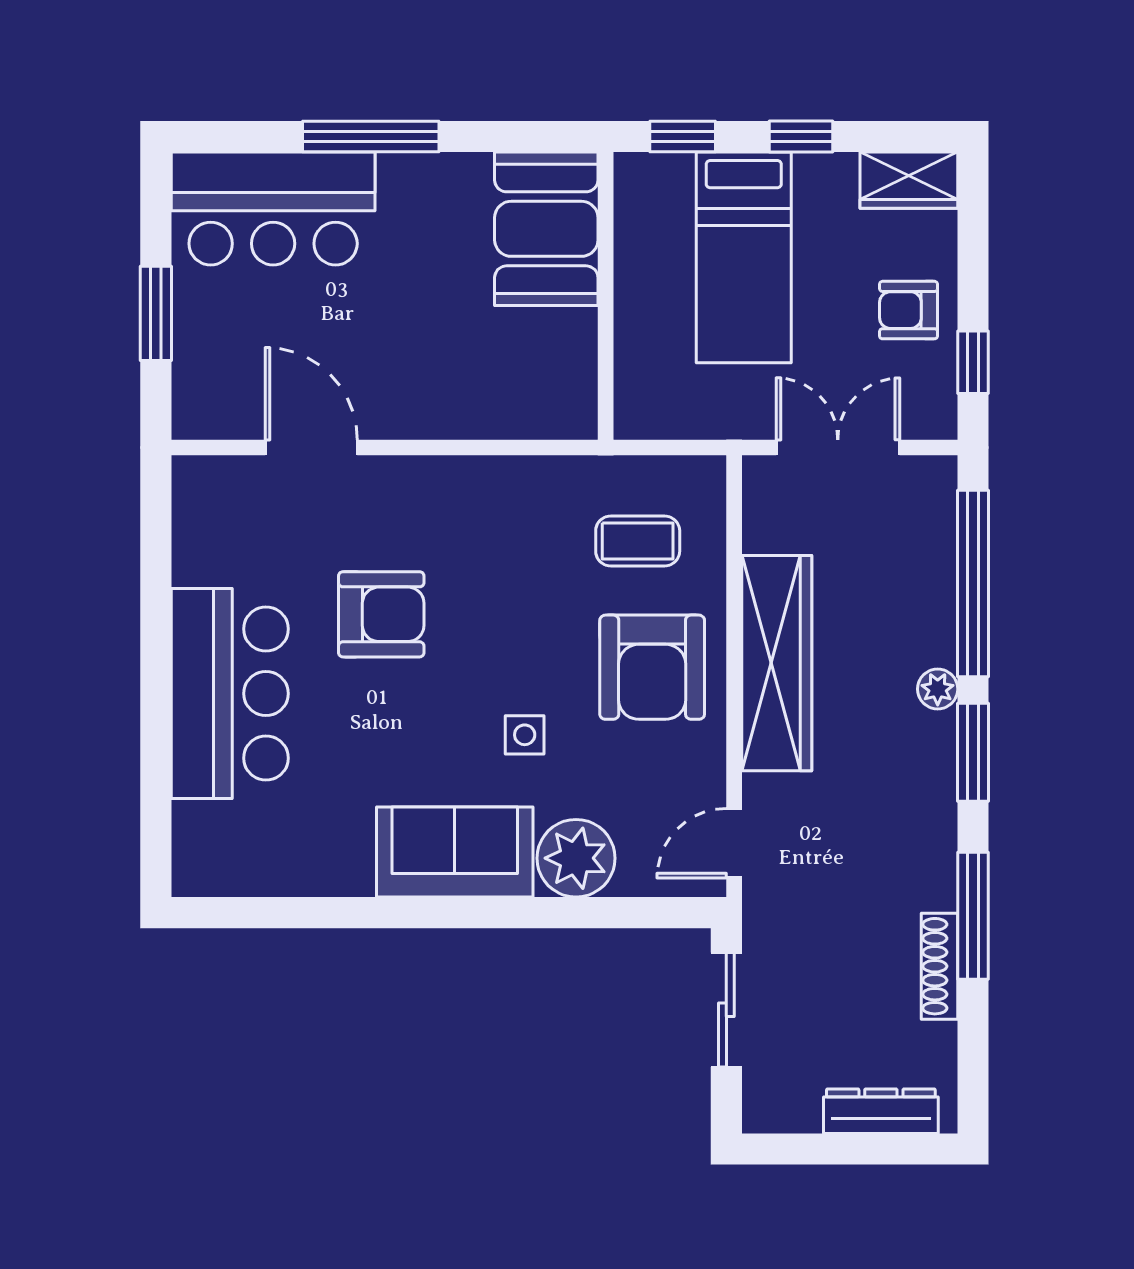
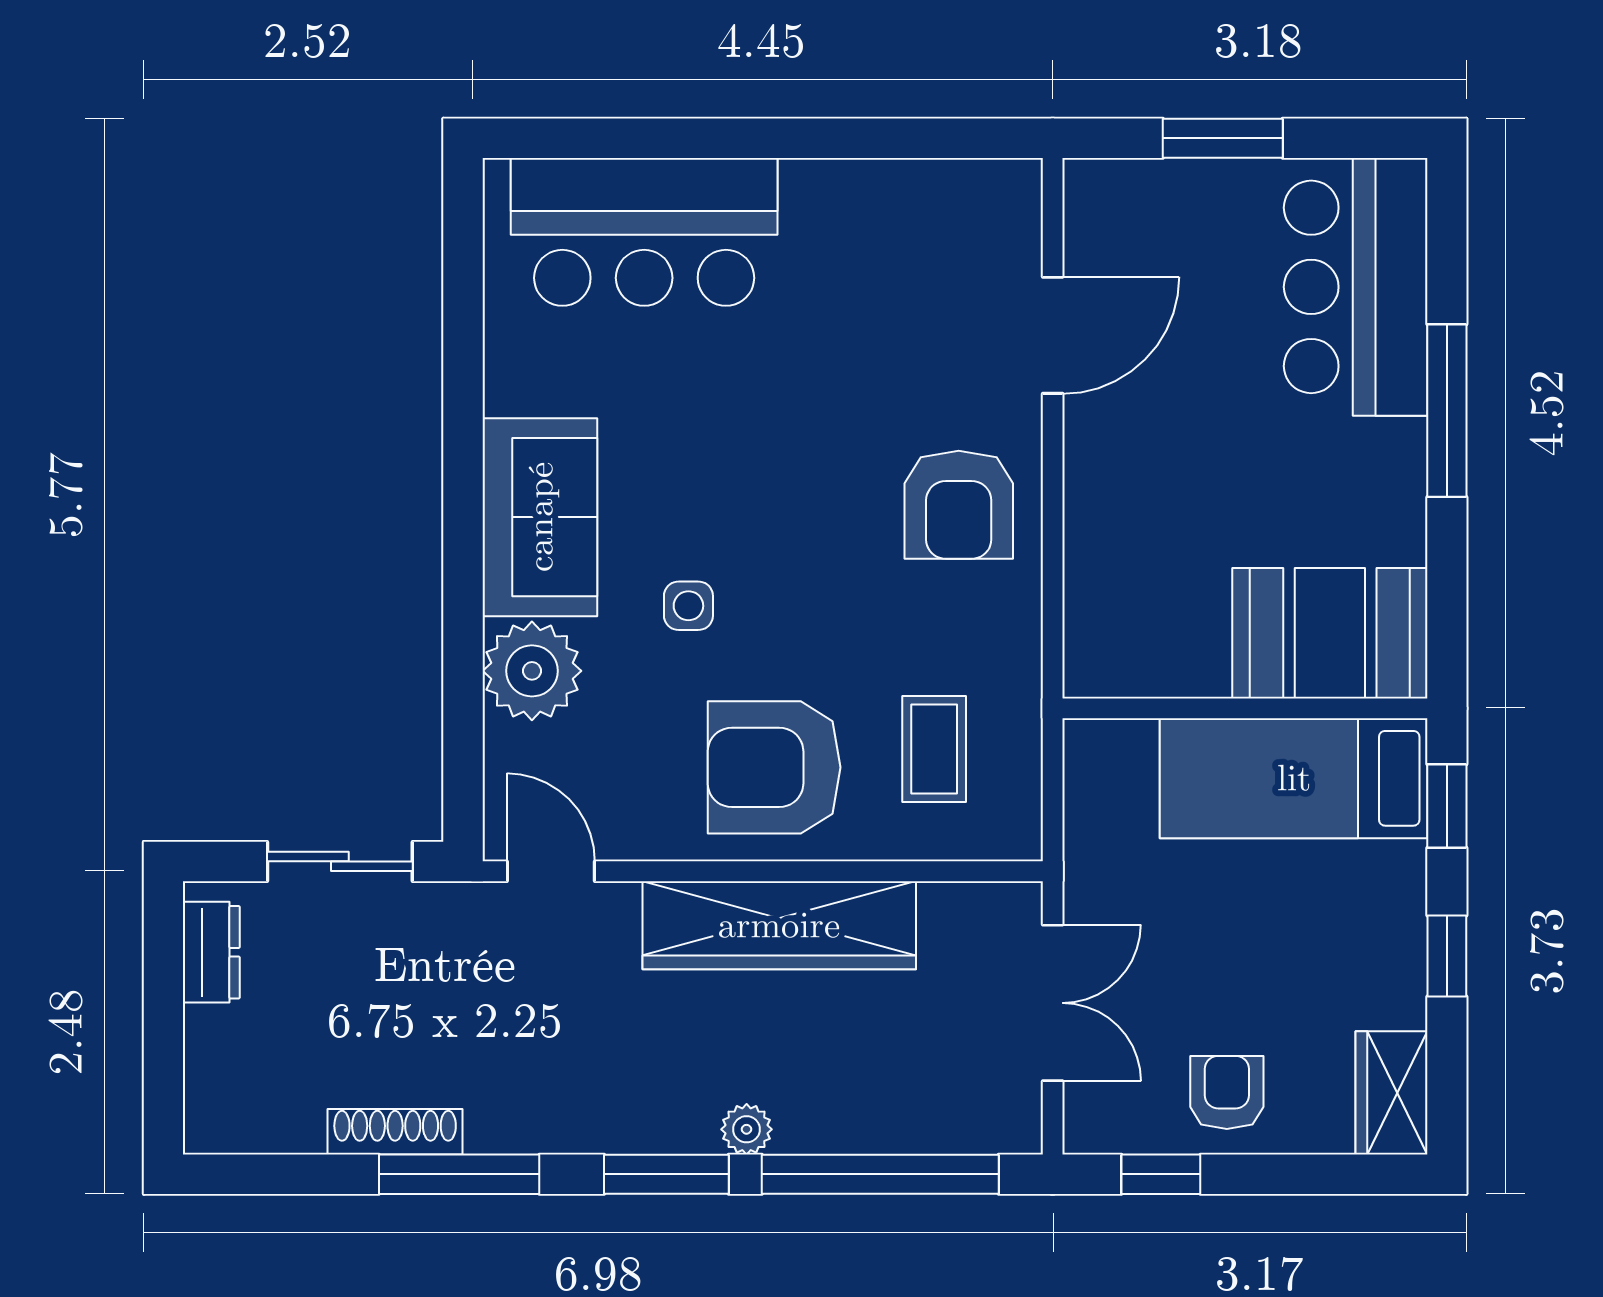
bed: (744, 257) -> (1294, 778), moved
armchair: (381, 614) -> (959, 505), moved
bar counter: (230, 694) -> (644, 232), moved
dresser: (881, 1111) -> (211, 952), moved, width x0.70

